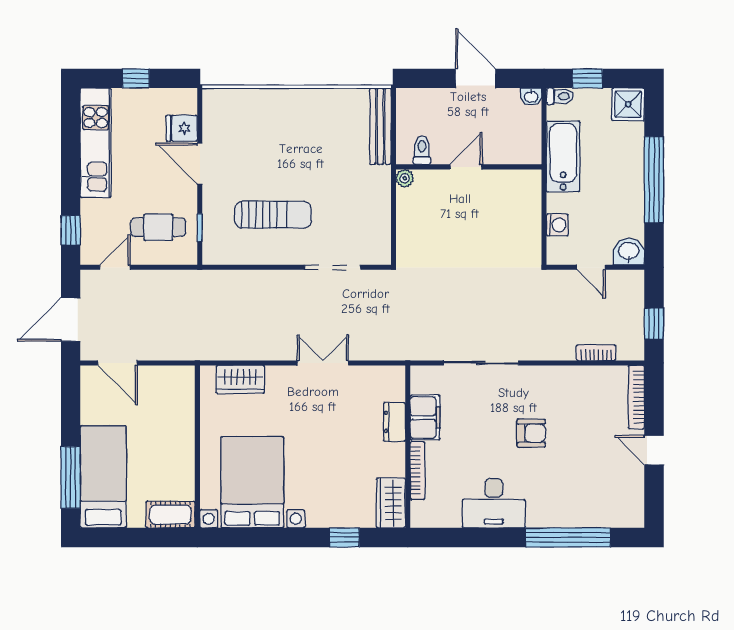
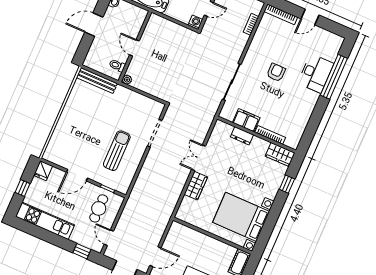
fridge: (182, 128) -> (43, 171), moved
washing machine: (557, 225) -> (195, 22), moved
wardrobe: (240, 379) -> (196, 186), moved
desk: (494, 503) -> (316, 73), moved

